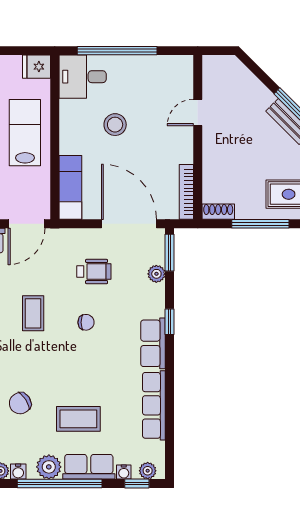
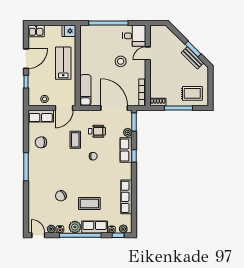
desk: (83, 77) -> (134, 36), moved, turned 180
stool: (115, 125) -> (121, 61), moved
coffee table: (33, 313) -> (75, 140), moved
row of seats: (153, 343) -> (126, 150), moved

